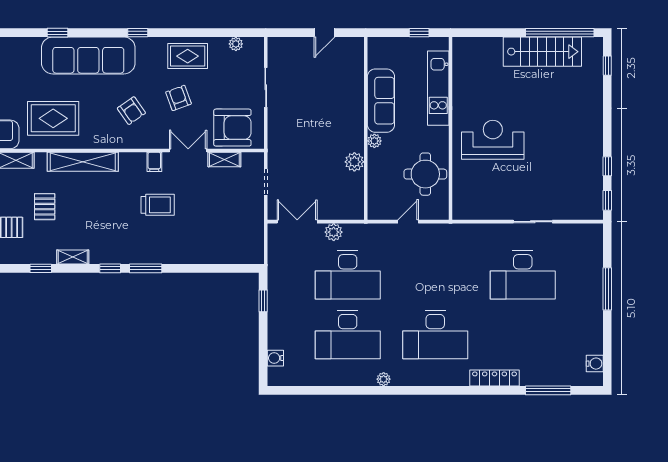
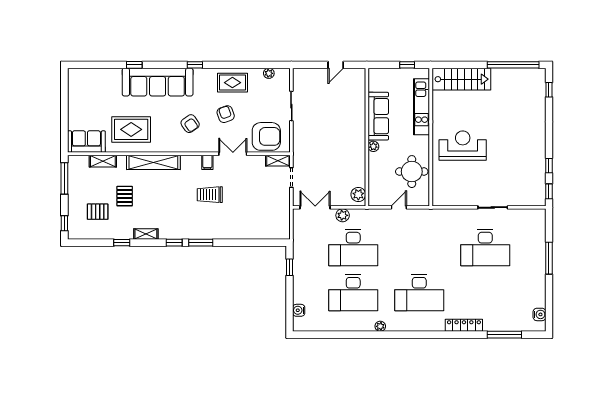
stairs: (542, 52) -> (461, 79), moved
shelving: (224, 159) -> (278, 161), moved
plant: (354, 162) -> (358, 194), moved
trolley: (158, 205) -> (210, 195), turned 180

